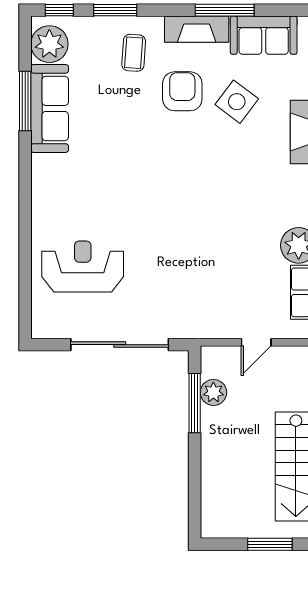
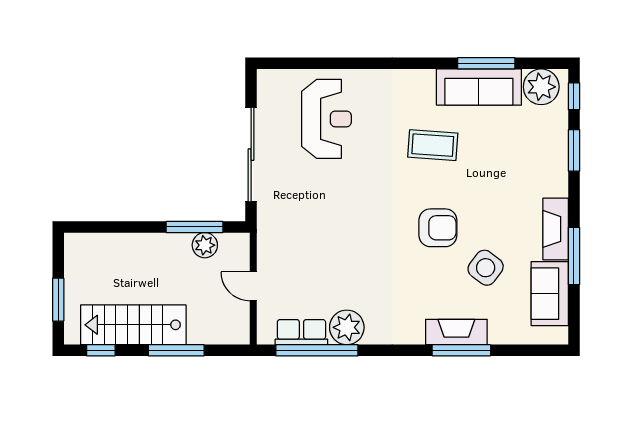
coffee table: (134, 53) -> (433, 145), moved, width x1.36, depth x1.30
armchair: (182, 91) -> (438, 228), moved

